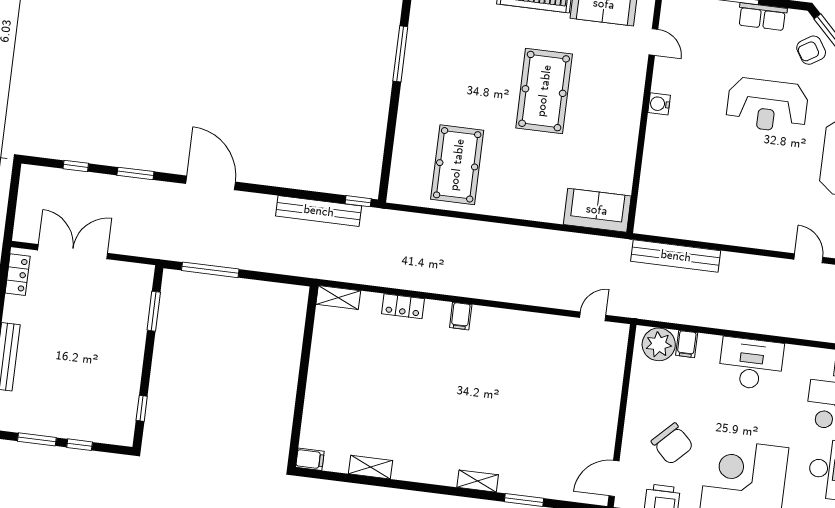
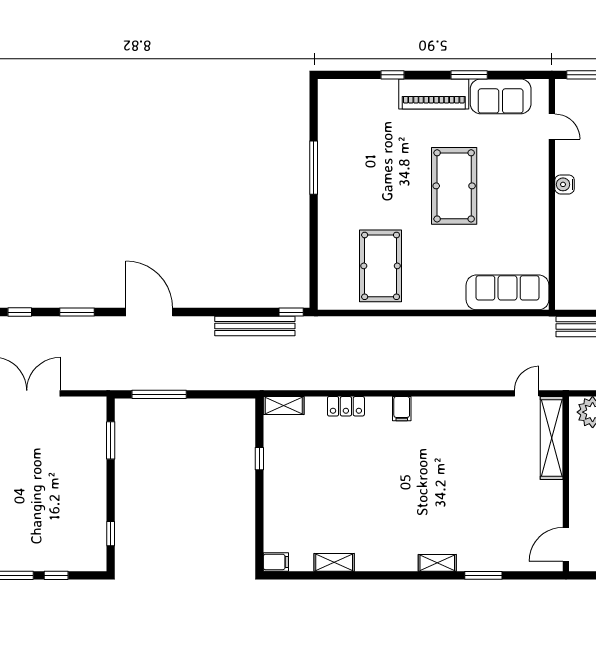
sofa: (597, 210) -> (508, 292), width x1.36
window: (306, 350) -> (259, 459), added
shelving: (613, 366) -> (552, 438), added

